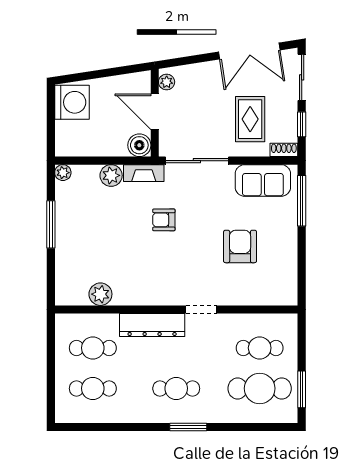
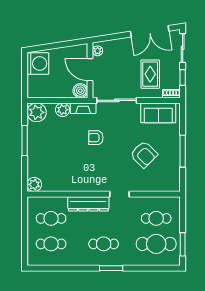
plant: (63, 173) -> (37, 112), width x1.88, depth x1.88
window: (302, 201) -> (183, 151), moved
armchair: (240, 246) -> (144, 154), turned 135
plant: (100, 294) -> (34, 184), moved

